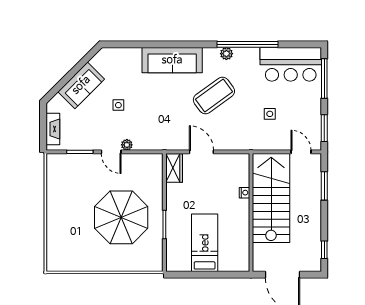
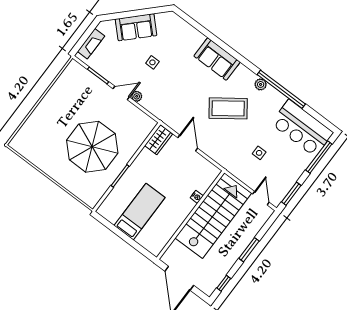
sofa: (172, 60) -> (217, 59), width x0.73
door: (111, 152) -> (121, 93), swing flipped
window: (324, 186) -> (249, 250), moved

